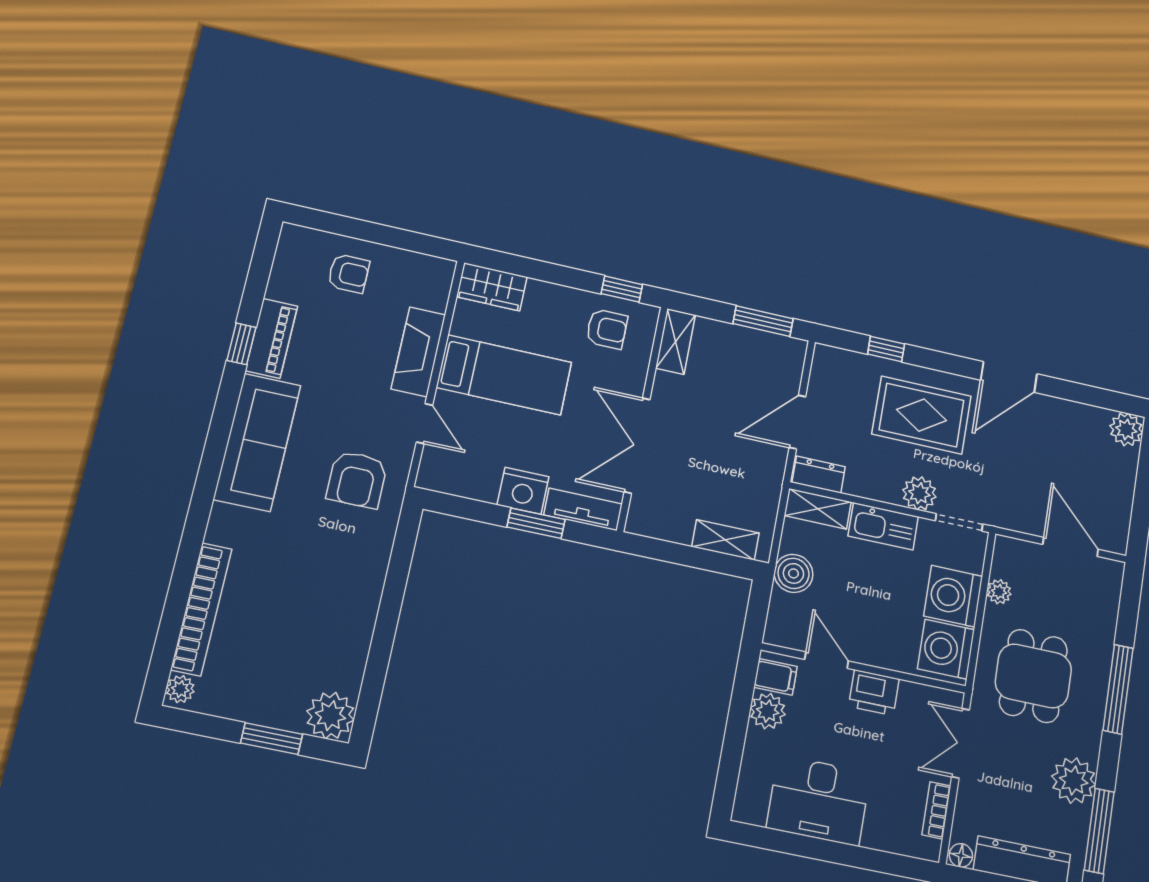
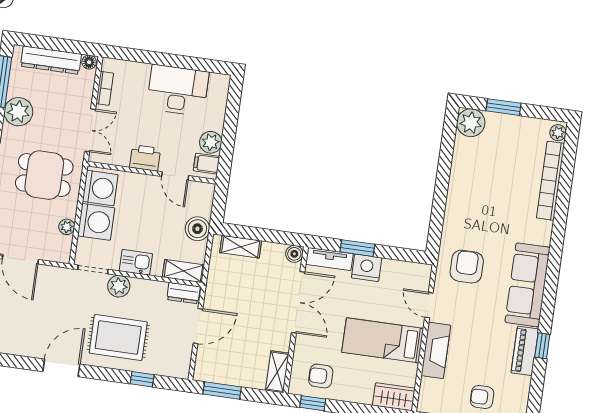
boiler: (639, 522) -> (294, 254), added
kitchen sink: (883, 526) -> (136, 262), width x0.73
dining table: (1033, 676) -> (44, 175), turned 90

